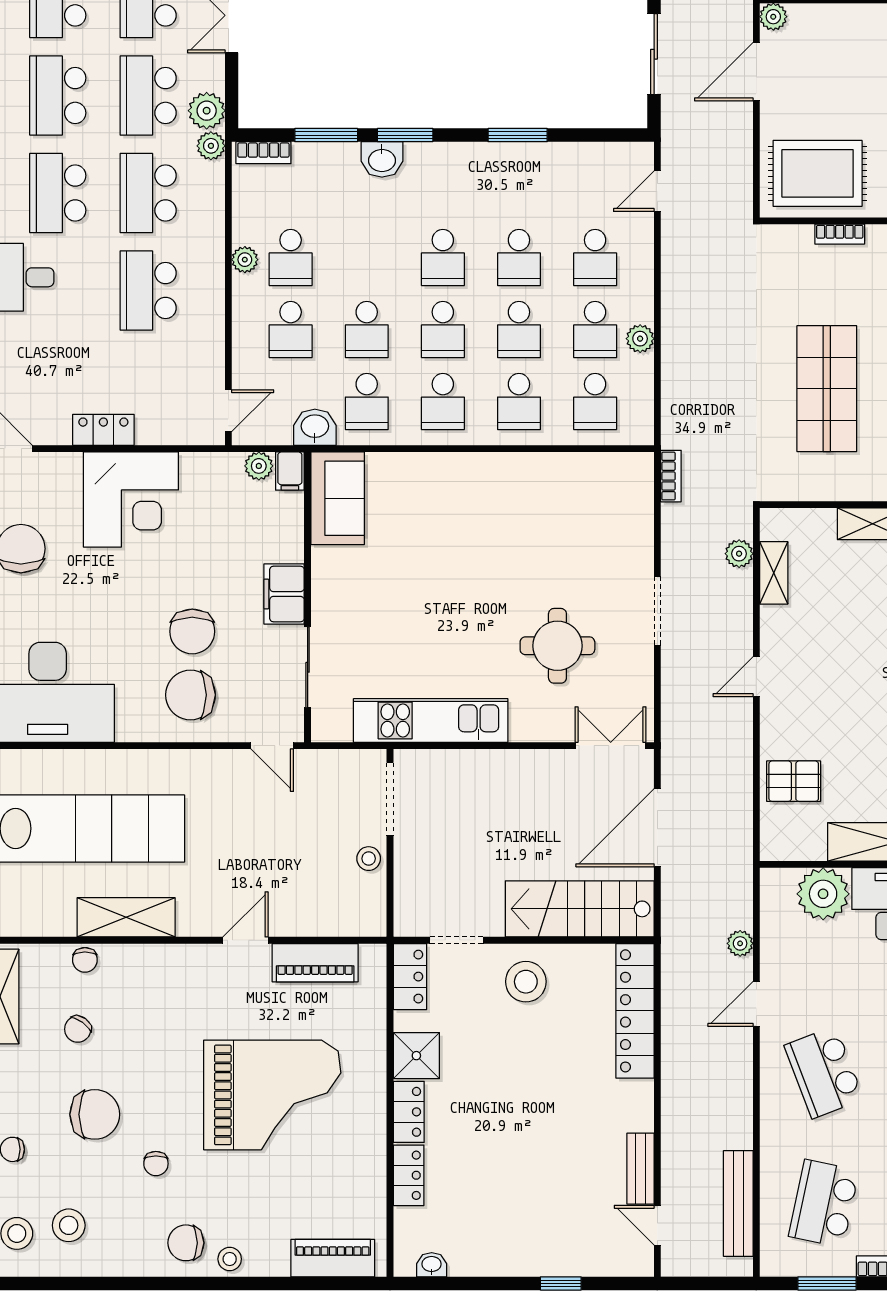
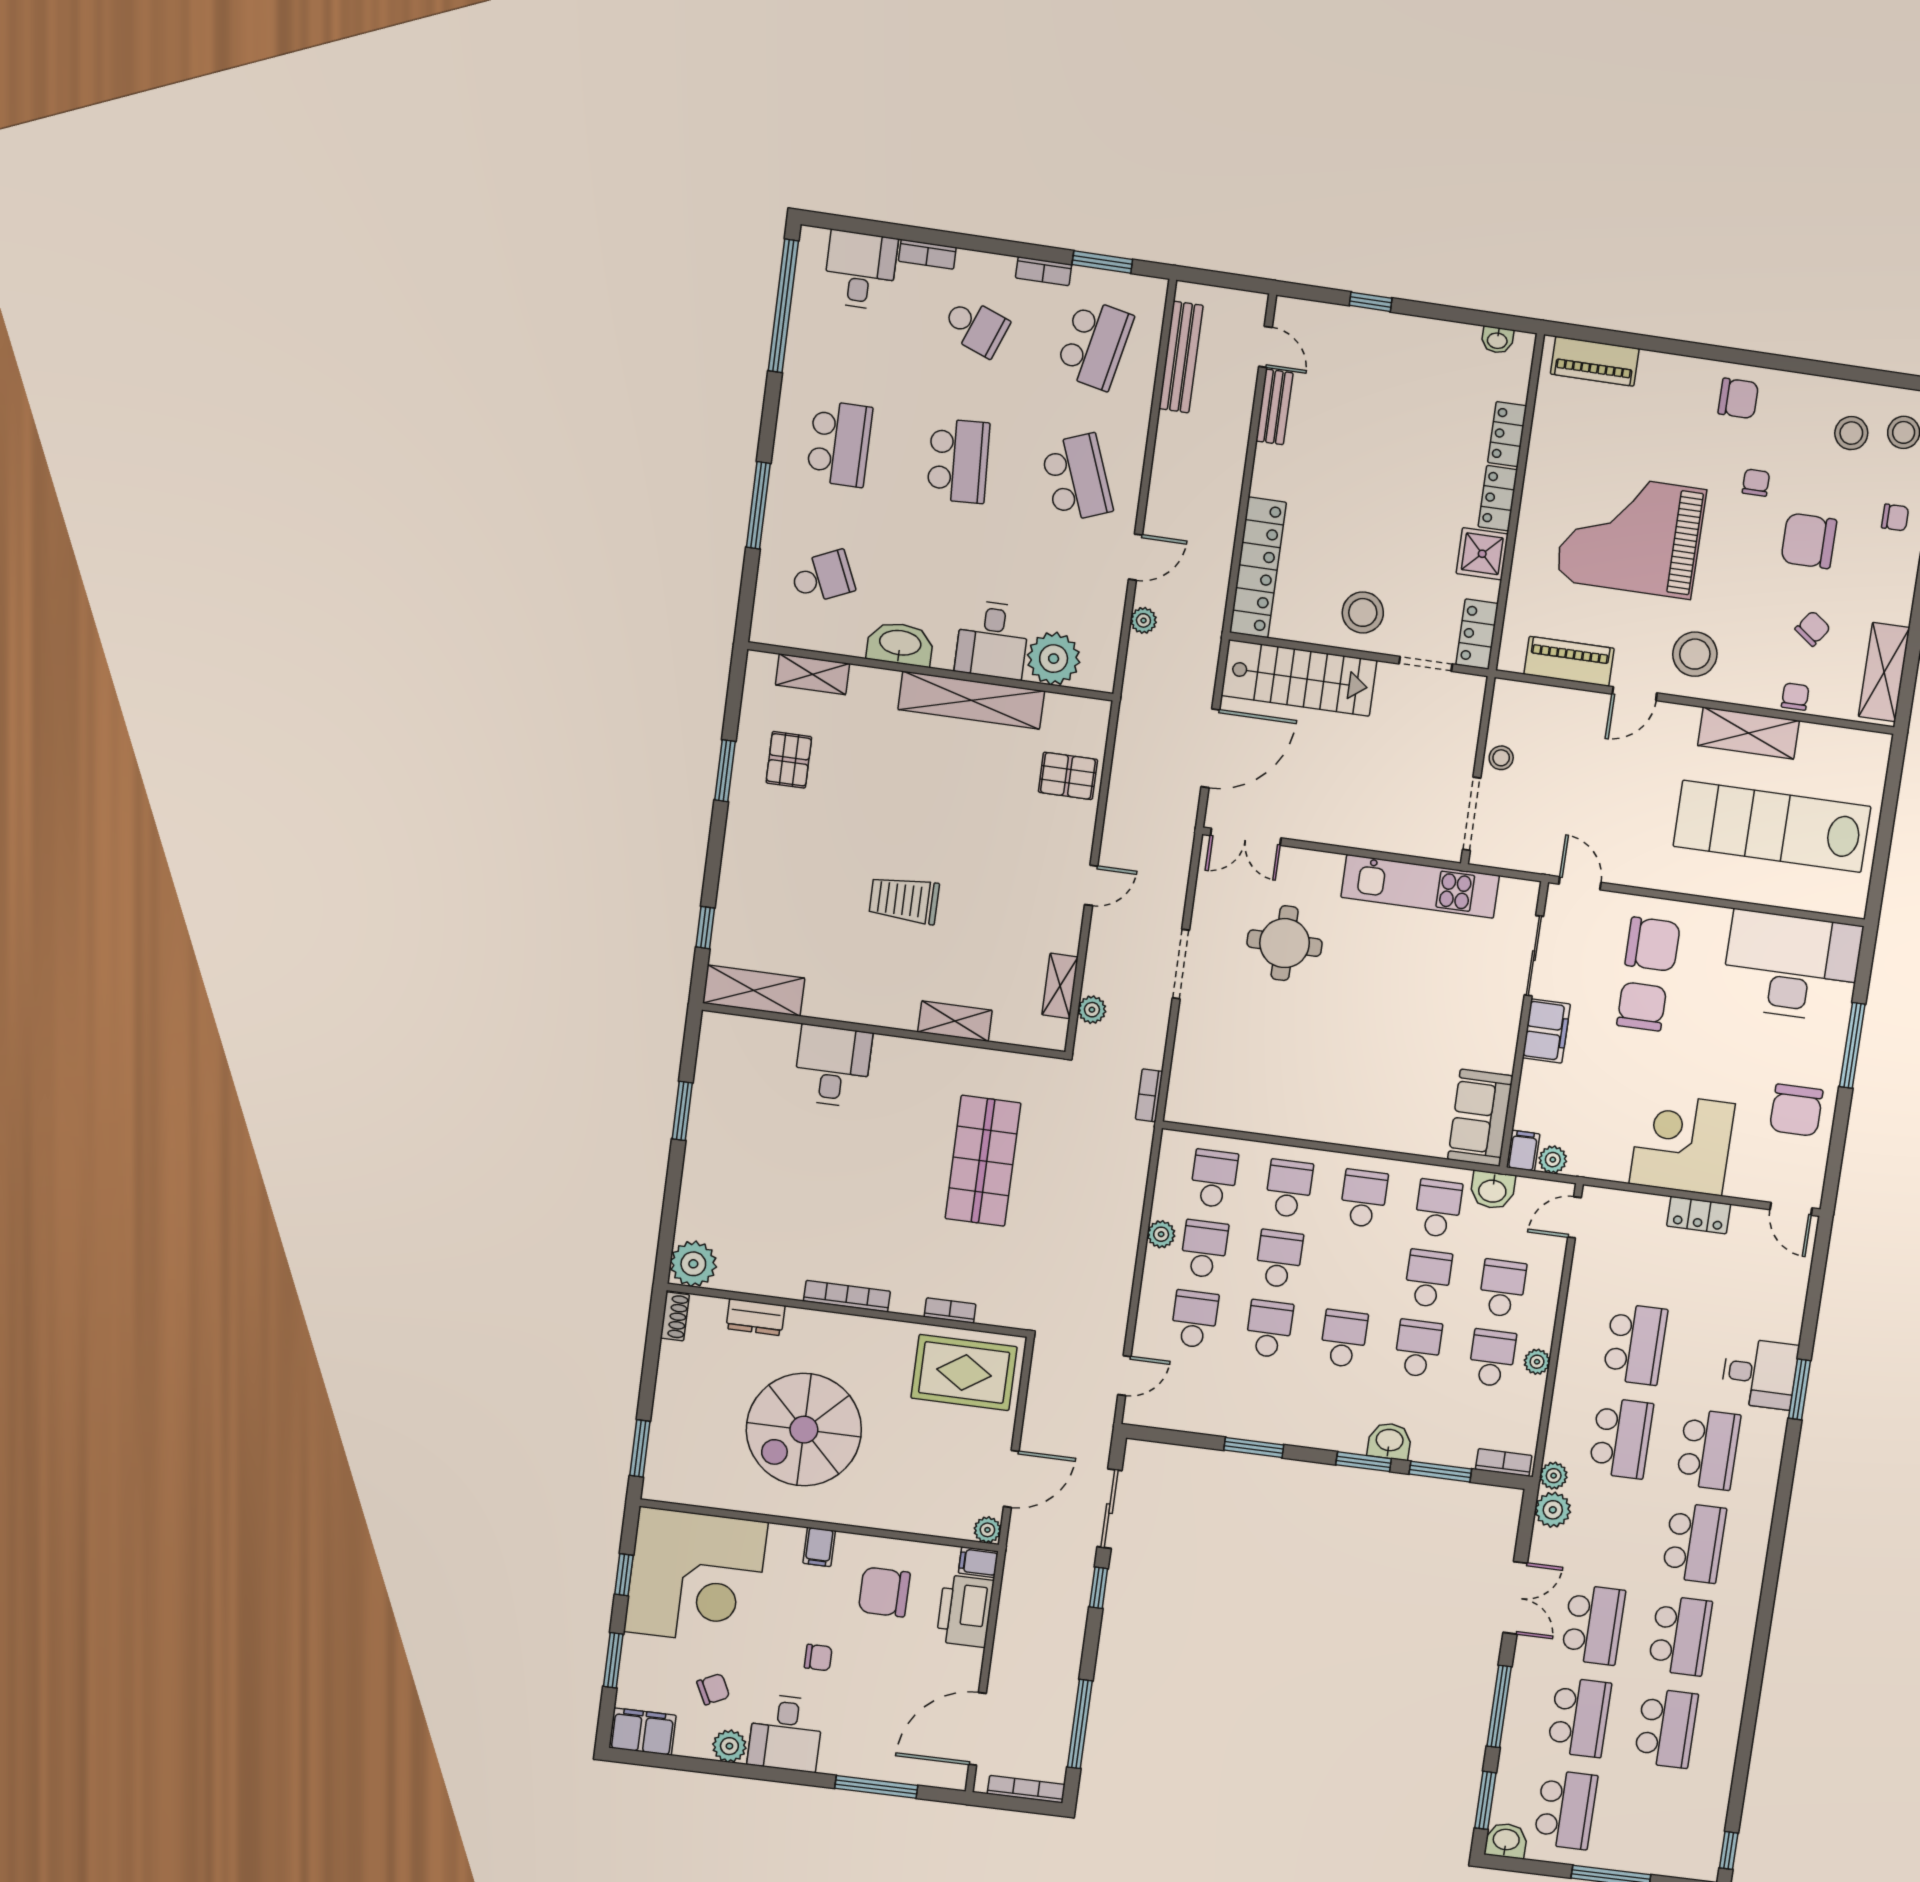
school desk: (148, 95) -> (1607, 1532), removed
school desk: (443, 329) -> (1418, 1348), moved
stool: (230, 1259) -> (1695, 654), moved, width x1.89, depth x1.89

